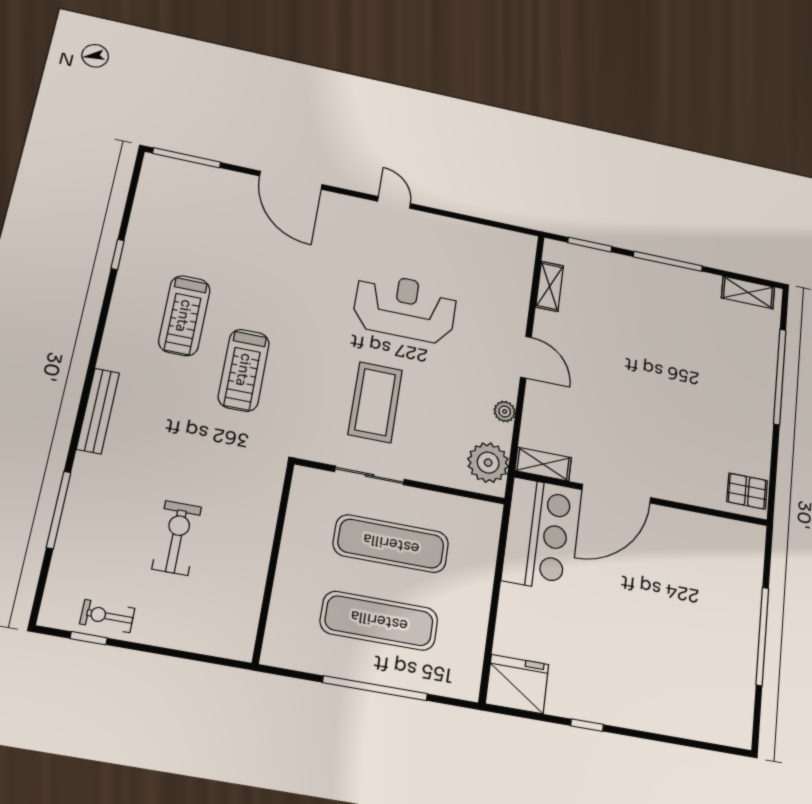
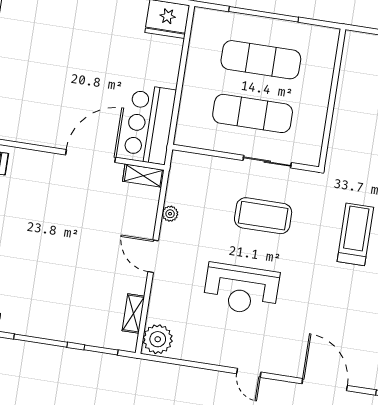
coffee table: (375, 402) -> (263, 216), turned 90
plant: (488, 463) -> (158, 339), moved

